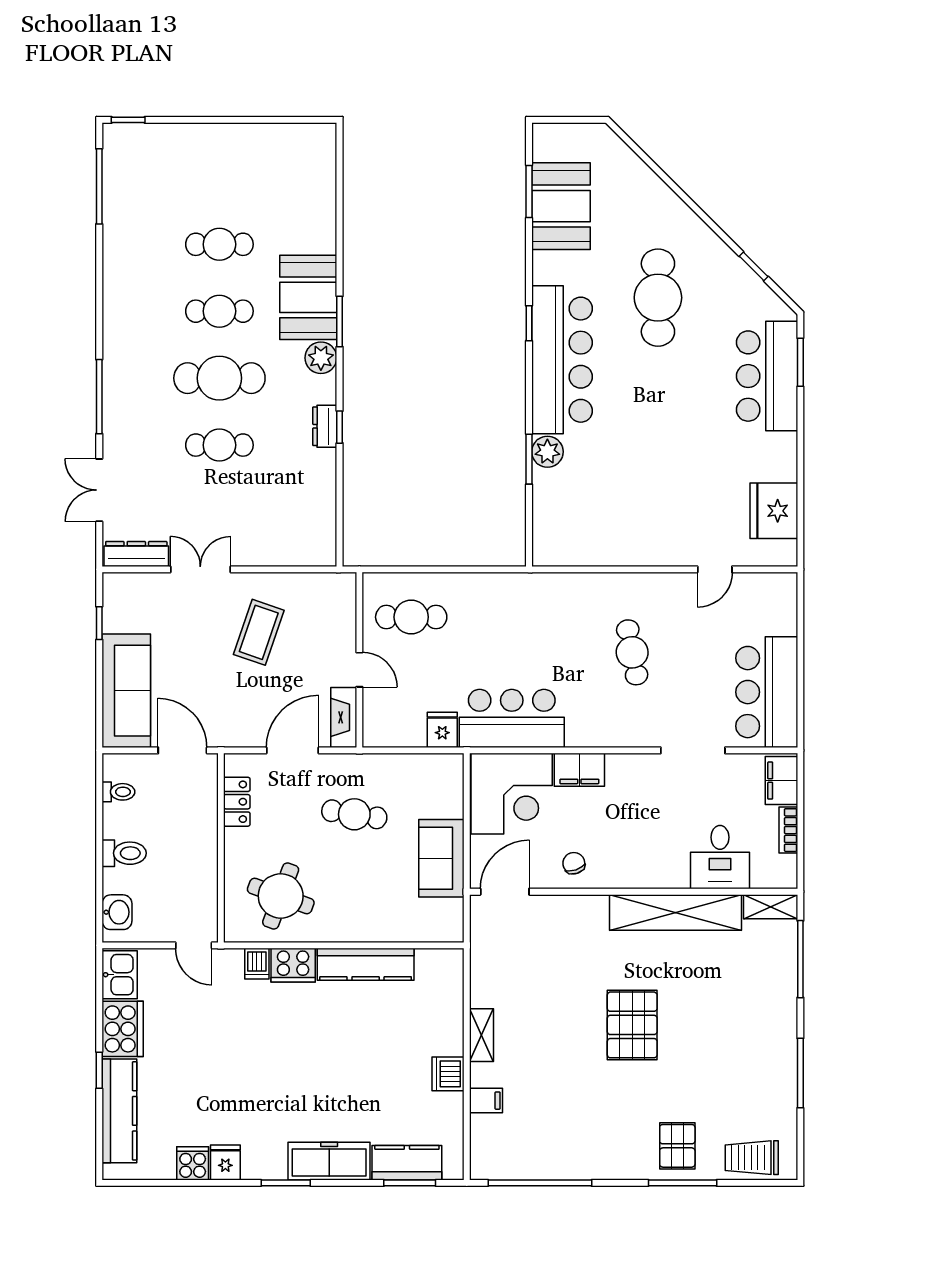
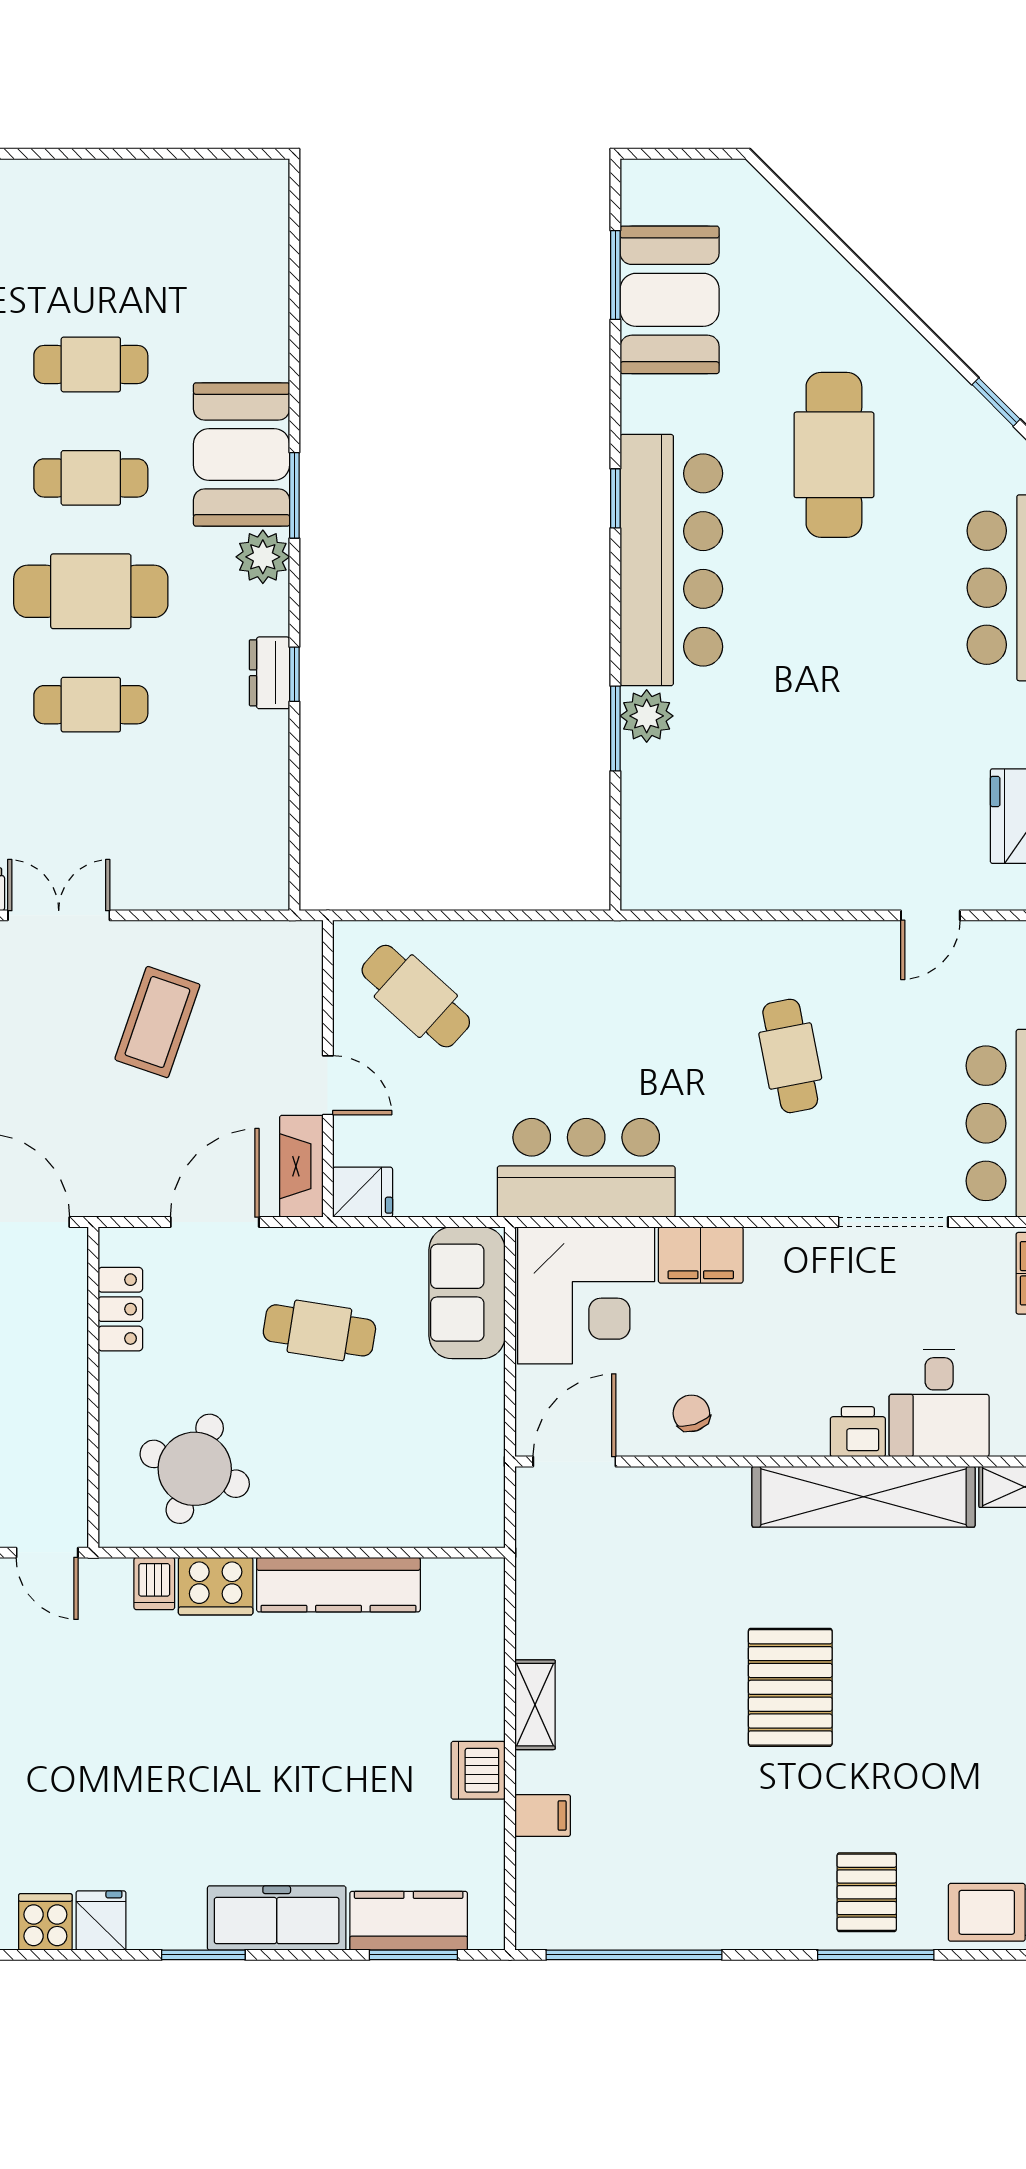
cafe table: (411, 617) -> (416, 996), turned 42
fridge: (442, 730) -> (363, 1192), moved, turned 90
sofa: (441, 858) -> (467, 1293), moved
printer: (672, 874) -> (858, 1432), added

